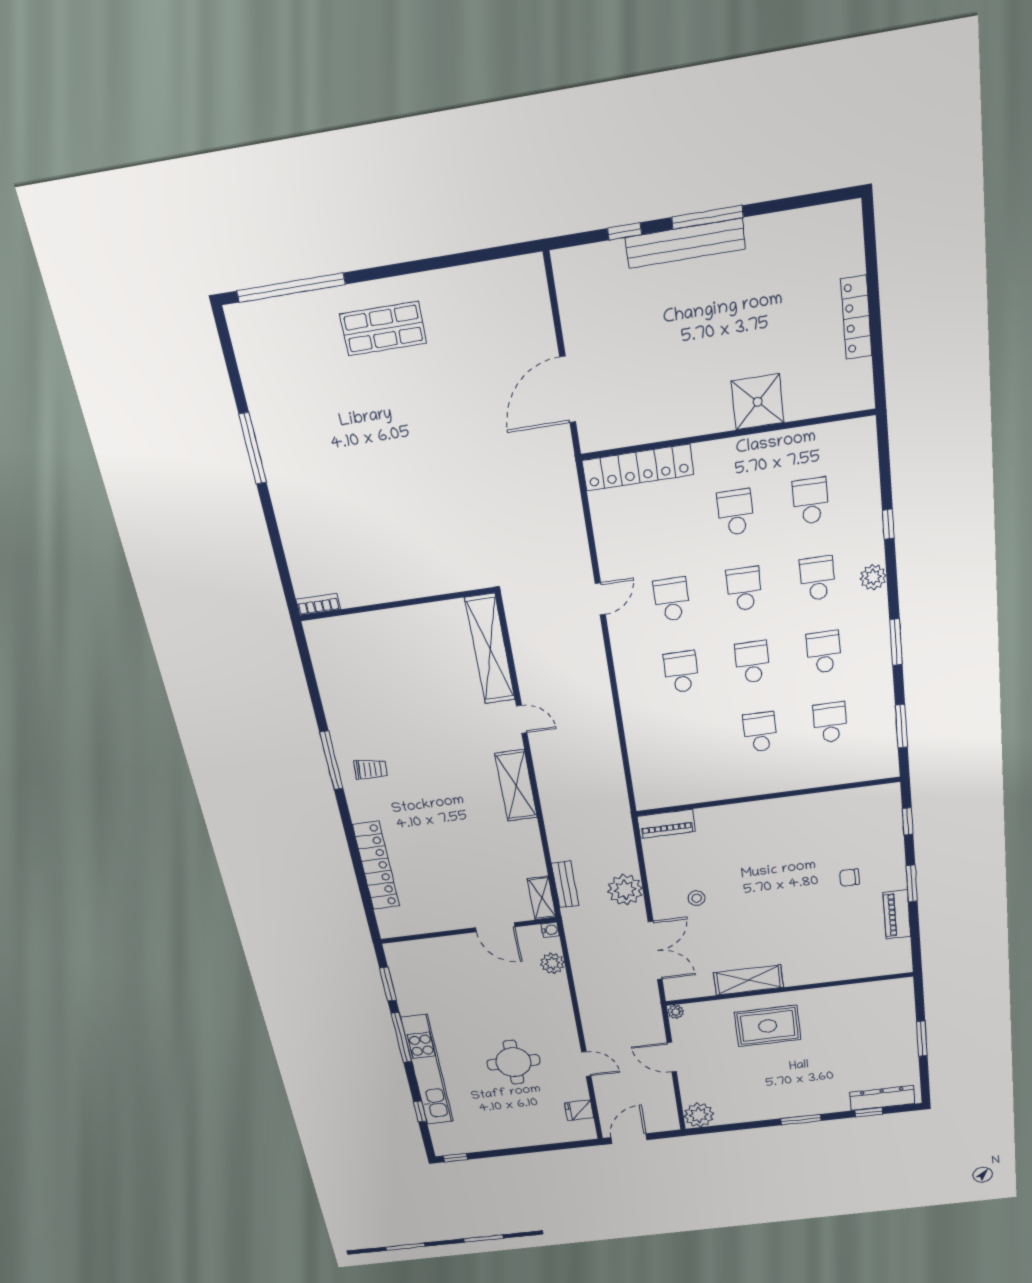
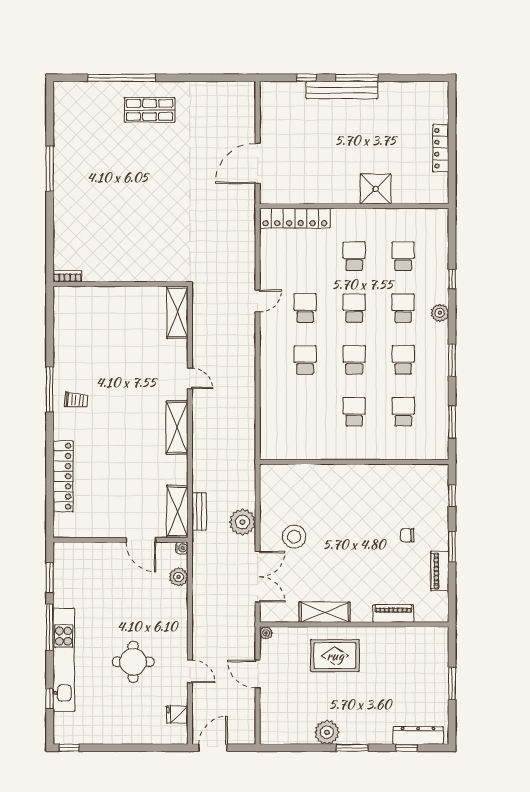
window: (291, 288) -> (121, 78), moved
shelving: (490, 649) -> (177, 312), width x0.68
piano: (666, 824) -> (393, 613), moved, turned 180
shelving: (542, 898) -> (177, 511), width x1.50, depth x1.33
stool: (697, 898) -> (294, 537), width x1.89, depth x1.89
plant: (699, 1115) -> (327, 732), moved

